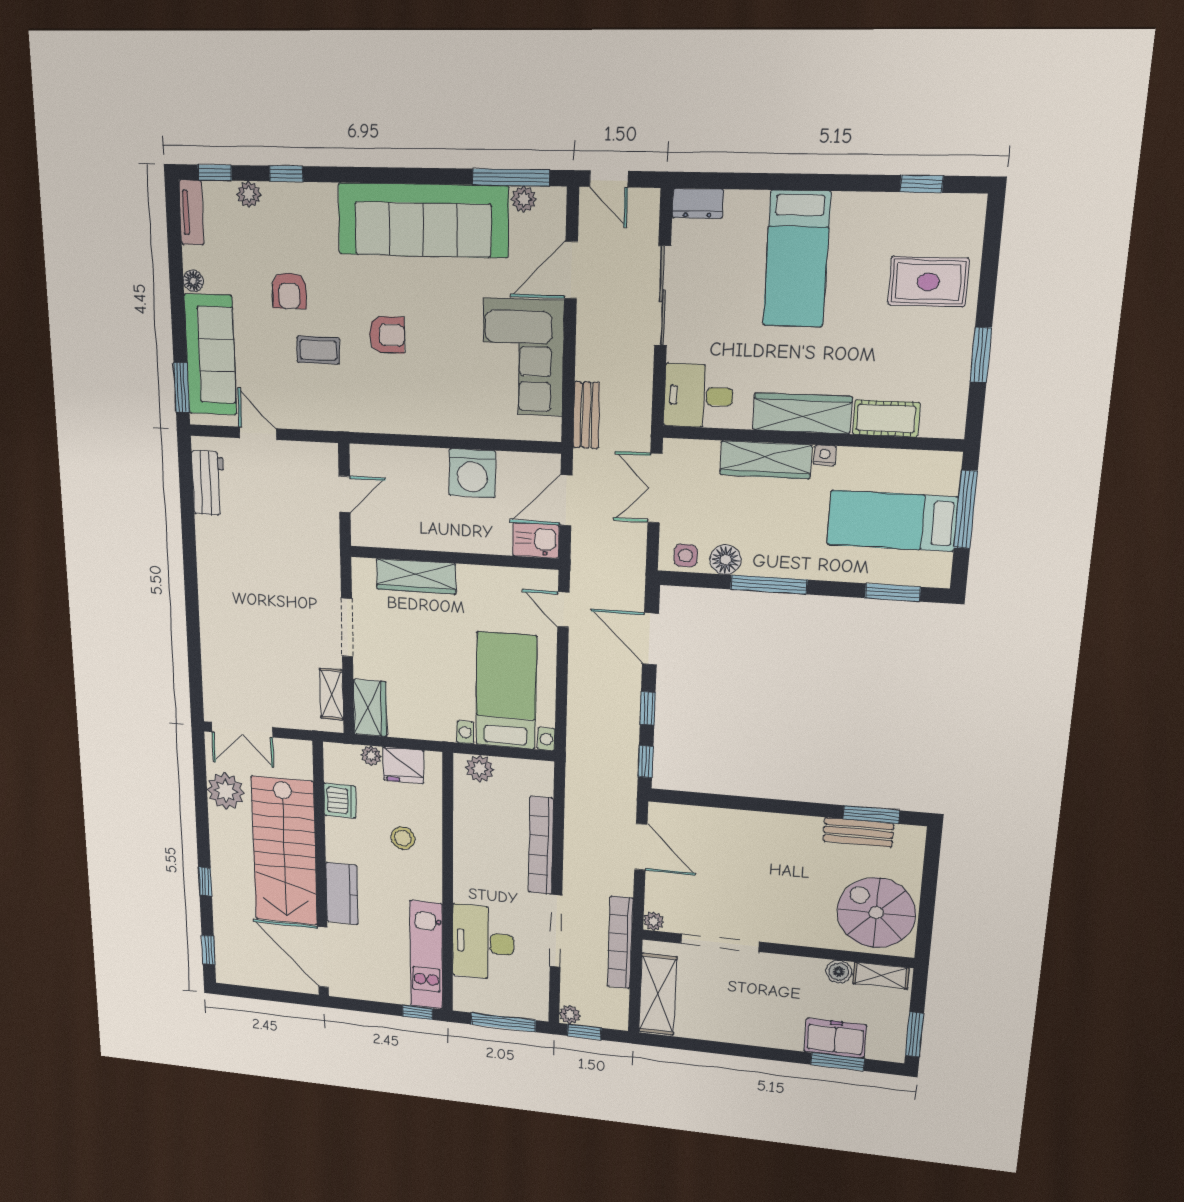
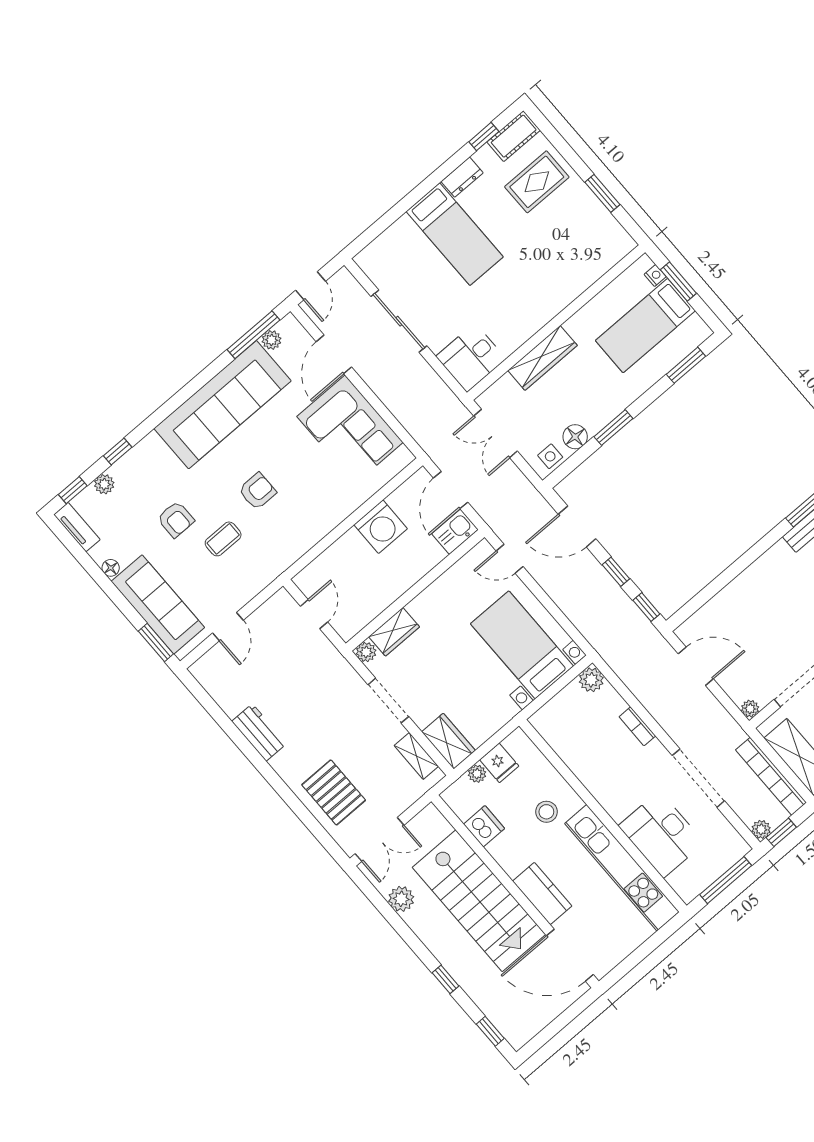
door: (609, 179) -> (310, 286), hinge flipped
dresser: (698, 203) -> (462, 177), moved
wardrobe: (802, 413) -> (538, 313), removed
bench: (586, 415) -> (417, 429), removed
cot: (886, 418) -> (514, 136), moved
door: (258, 433) -> (228, 627), swing flipped
nightstand: (825, 455) -> (655, 276), moved, turned 90
workbench: (208, 483) -> (259, 732), moved
window: (966, 510) -> (678, 282), width x0.69
plant: (363, 569) -> (366, 652), added
wardrobe: (416, 576) -> (394, 632), width x0.67
window: (769, 585) -> (613, 428), width x0.69
pallet: (235, 657) -> (334, 792), added
fridge: (403, 765) -> (499, 763), width x0.72
plant: (480, 769) -> (591, 680), moved
plant: (226, 791) -> (401, 899), width x0.73, depth x0.73
bookcase: (541, 845) -> (637, 726), width x0.43, depth x0.76
bookcase: (620, 942) -> (771, 776), moved
kitchen unit: (426, 955) -> (622, 868), width x1.36
window: (418, 1012) -> (666, 932), removed

